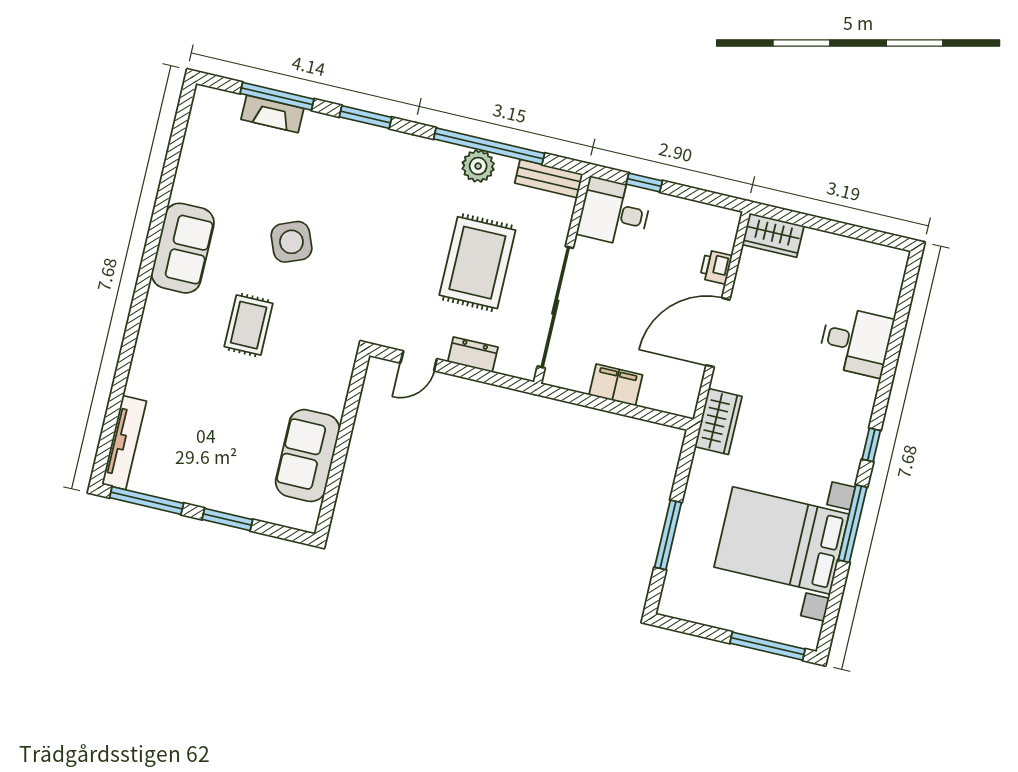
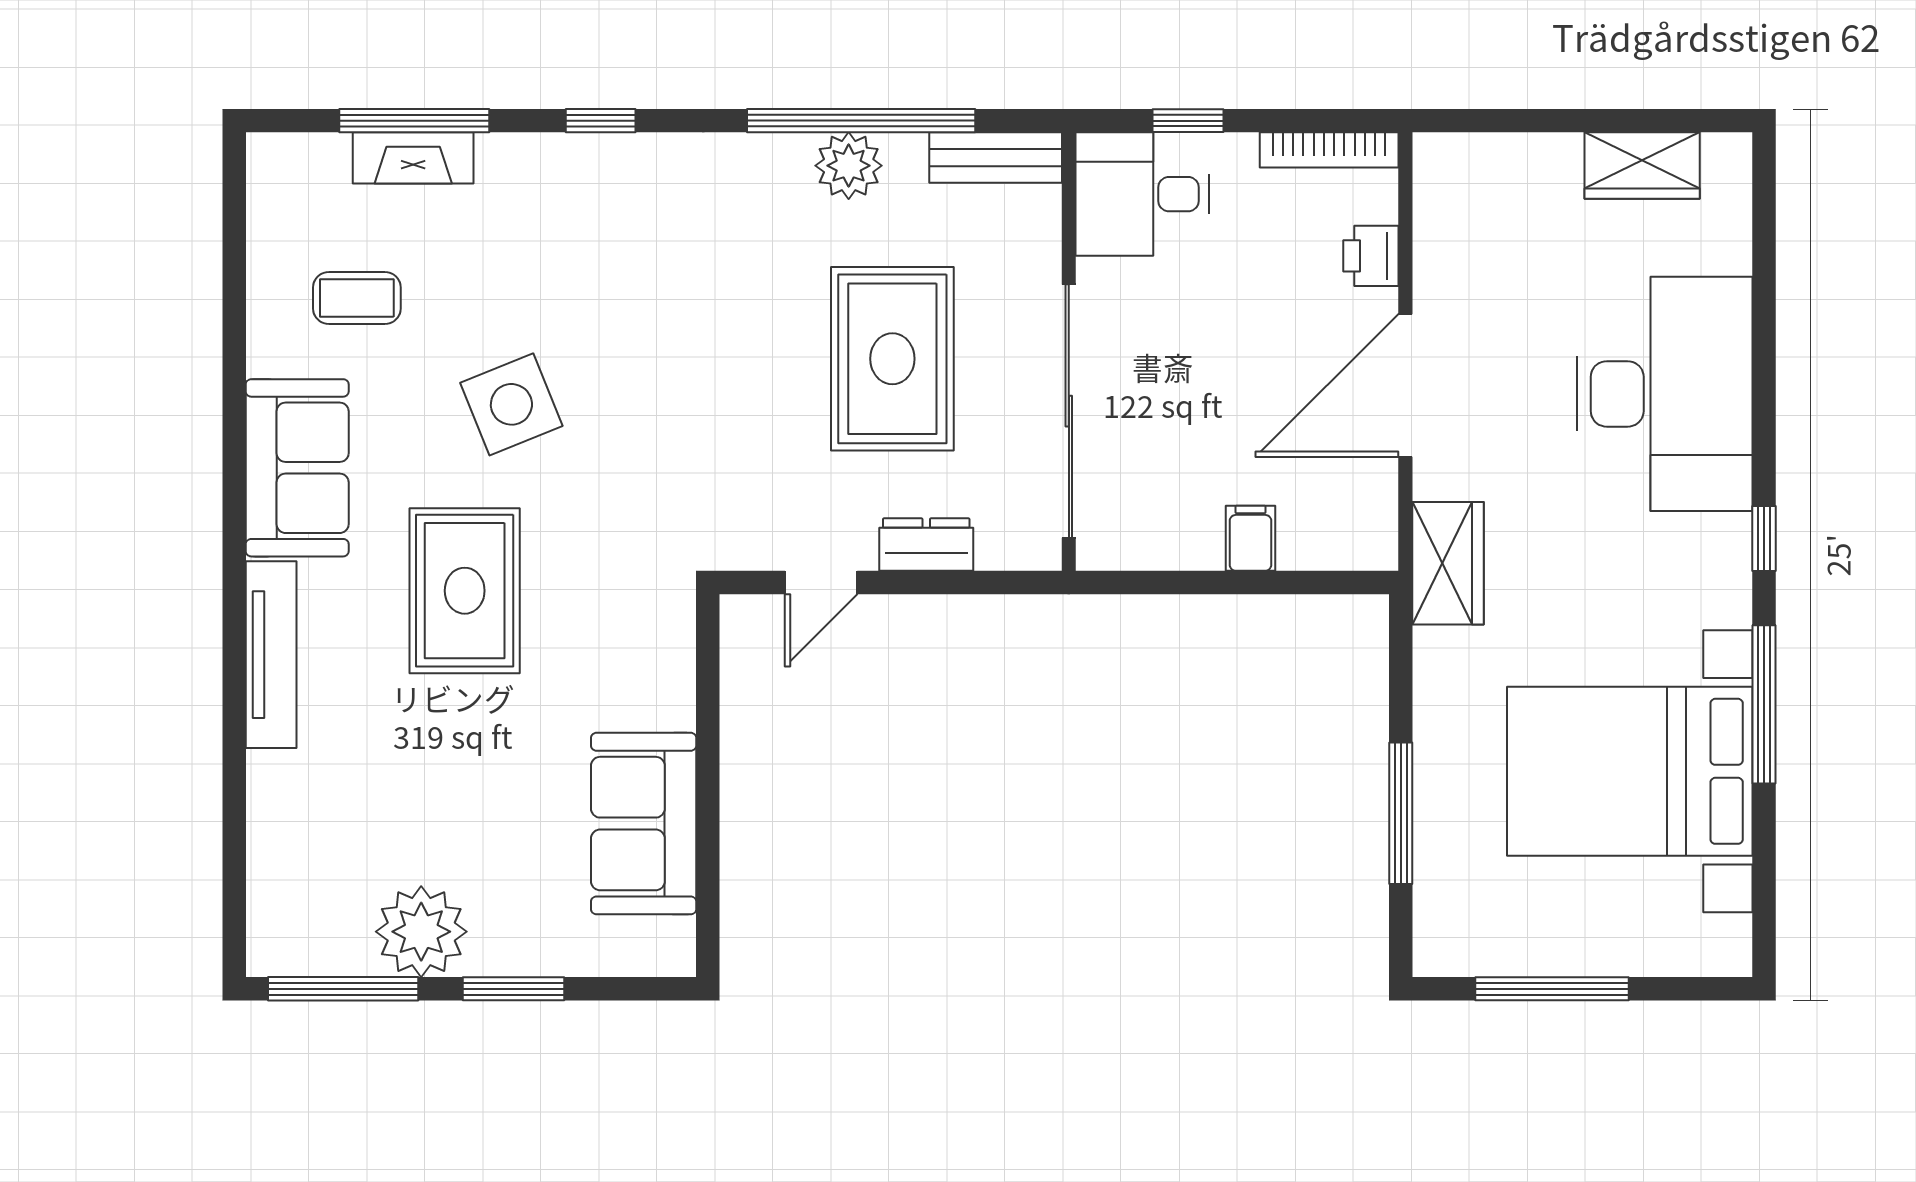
window: (365, 117) -> (601, 121), width x0.67
coffee table: (230, 174) -> (357, 298), added
bookcase: (708, 212) -> (1329, 150), added
wardrobe: (773, 235) -> (1642, 166), moved
rug: (249, 325) -> (465, 591), width x1.36, depth x1.43
desk: (856, 342) -> (1665, 394), width x1.87, depth x1.30
filing cabinet: (616, 385) -> (1251, 538), width x0.50
tv unit: (124, 443) -> (271, 655), moved
plant: (190, 482) -> (421, 932), added
window: (768, 646) -> (1552, 989), moved

